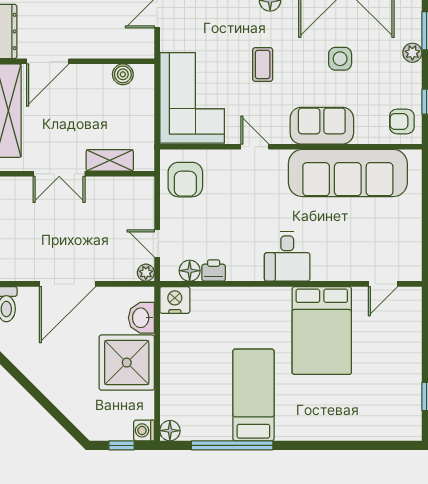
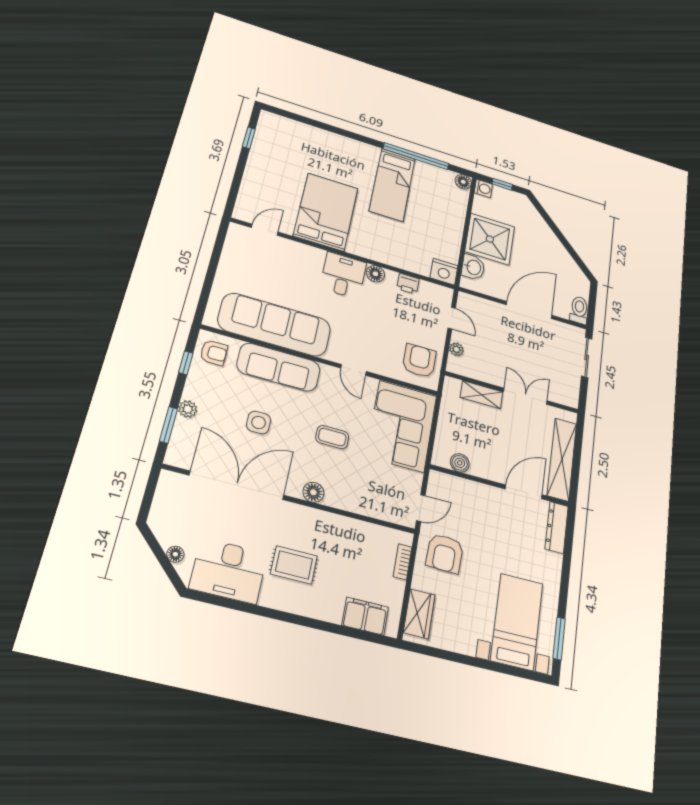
coffee table: (263, 65) -> (332, 437), turned 90
sofa: (322, 126) -> (279, 367), width x1.36
floor lamp: (190, 271) -> (375, 274), moved
plant: (146, 273) -> (456, 349), moved

